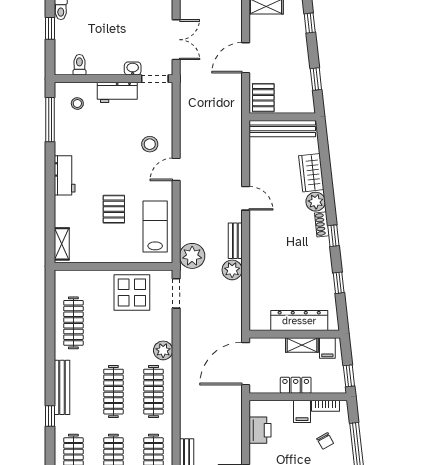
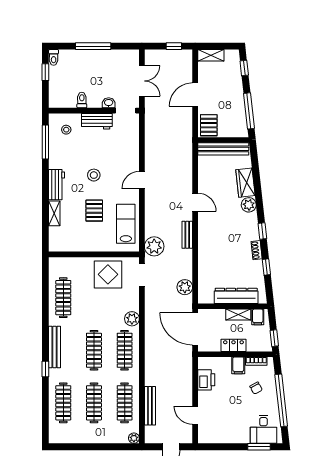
toilet: (79, 65) -> (82, 100), moved
window: (316, 79) -> (249, 111), width x2.17
stool: (150, 144) -> (94, 175), moved
shoe rack: (322, 224) -> (257, 250), moved
shelving: (62, 244) -> (54, 213), moved
plant: (232, 270) -> (185, 287), moved
door: (246, 364) -> (195, 329), hinge flipped

